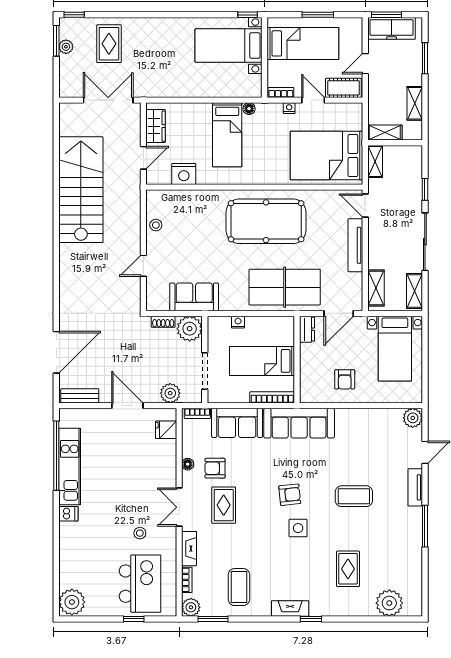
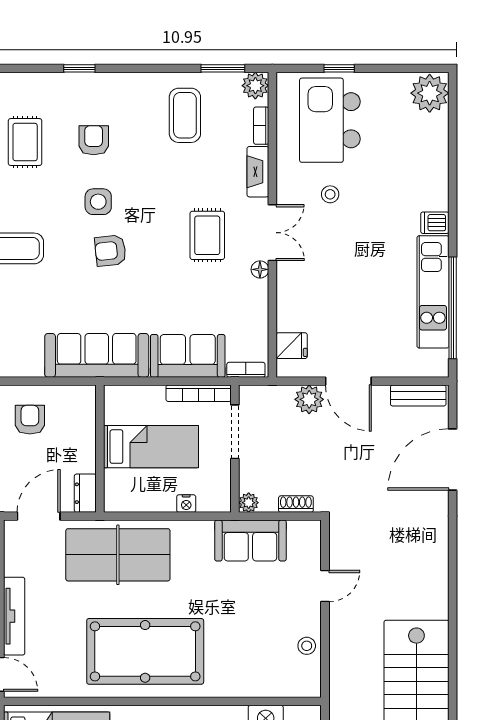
plant: (190, 329) -> (249, 503), width x0.53, depth x0.53
plant: (170, 393) -> (309, 399), moved
bookcase: (272, 397) -> (199, 393), moved
floor lamp: (188, 464) -> (260, 269), moved
armchair: (215, 468) -> (94, 140), moved, turned -90
fireplace: (290, 608) -> (110, 84), removed

